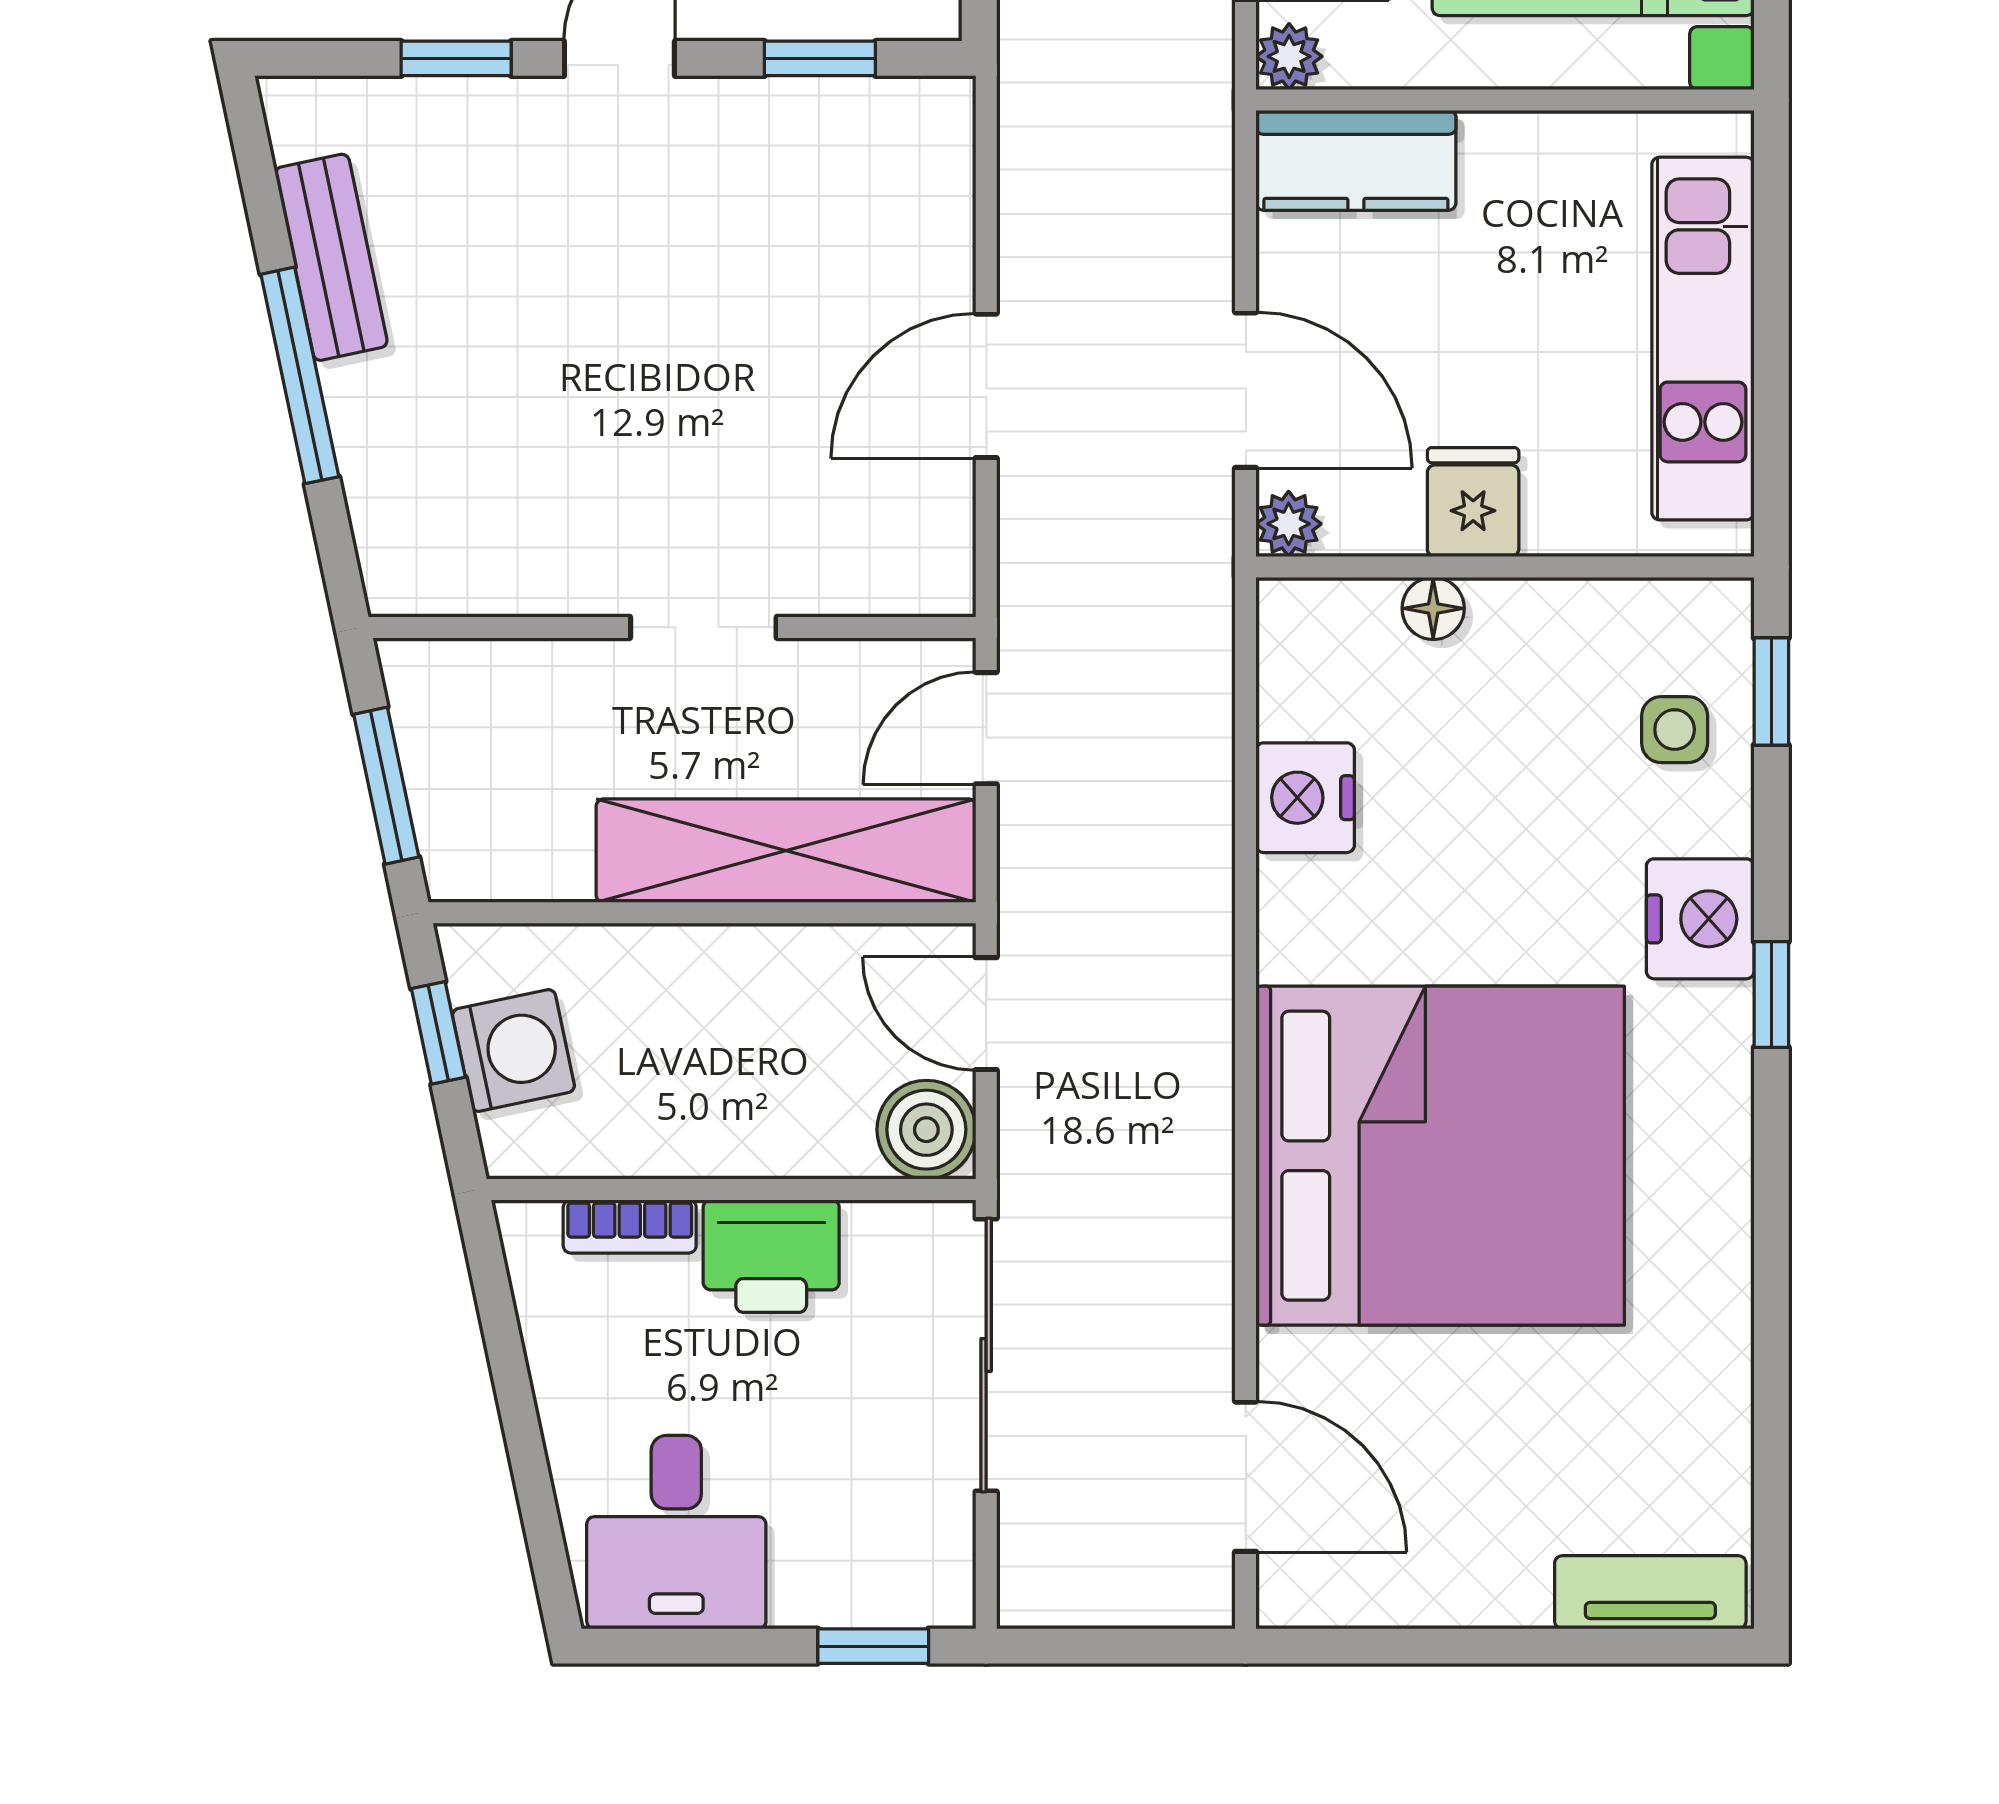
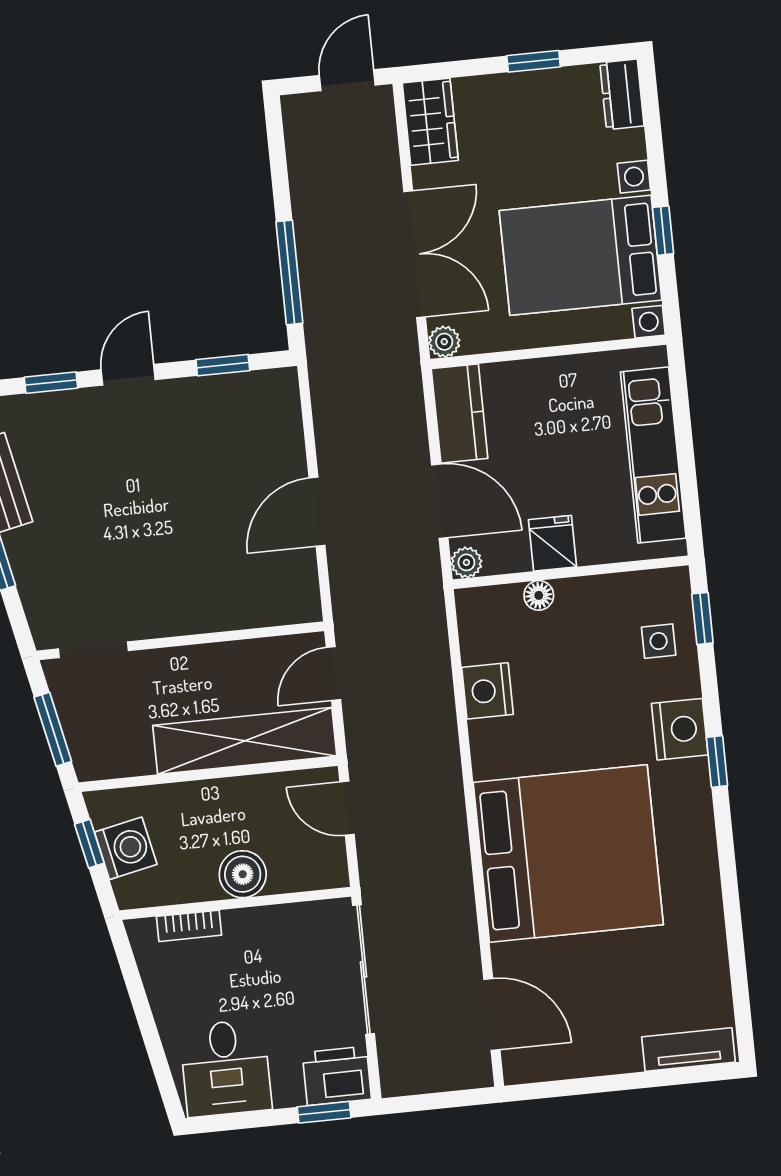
kitchen counter: (1356, 160) -> (460, 414), moved, turned -90
doorway: (703, 627) -> (93, 650), moved
boiler: (926, 1130) -> (243, 874), moved
printer: (771, 1256) -> (337, 1076), moved, turned 180

